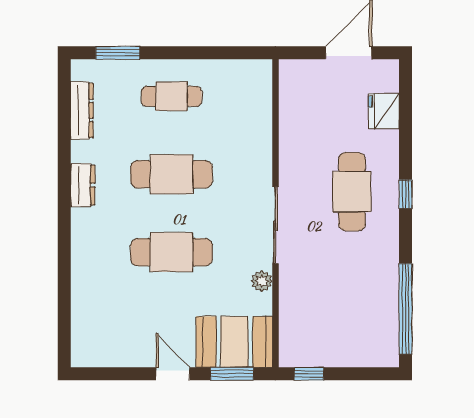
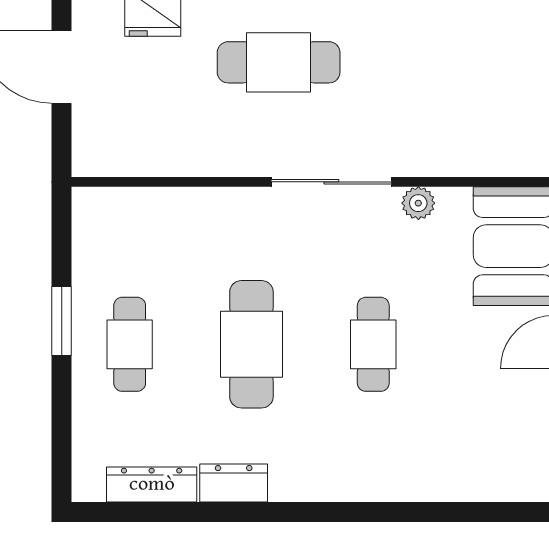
window: (118, 53) -> (62, 321), moved
dresser: (83, 185) -> (234, 483), moved
cafe table: (172, 252) -> (373, 344), width x0.73, depth x0.74

